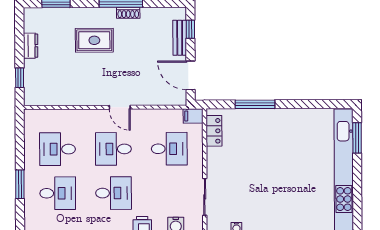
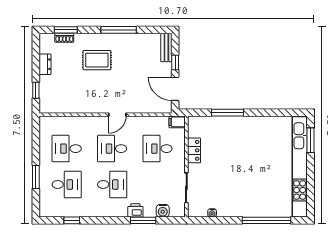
shoe rack: (128, 13) -> (64, 38), moved
window: (190, 29) -> (175, 63), moved
bench: (180, 38) -> (166, 48), moved
door: (120, 107) -> (117, 115), hinge flipped
locker: (214, 131) -> (194, 150), moved
desk: (169, 149) -> (158, 149), turned 180

